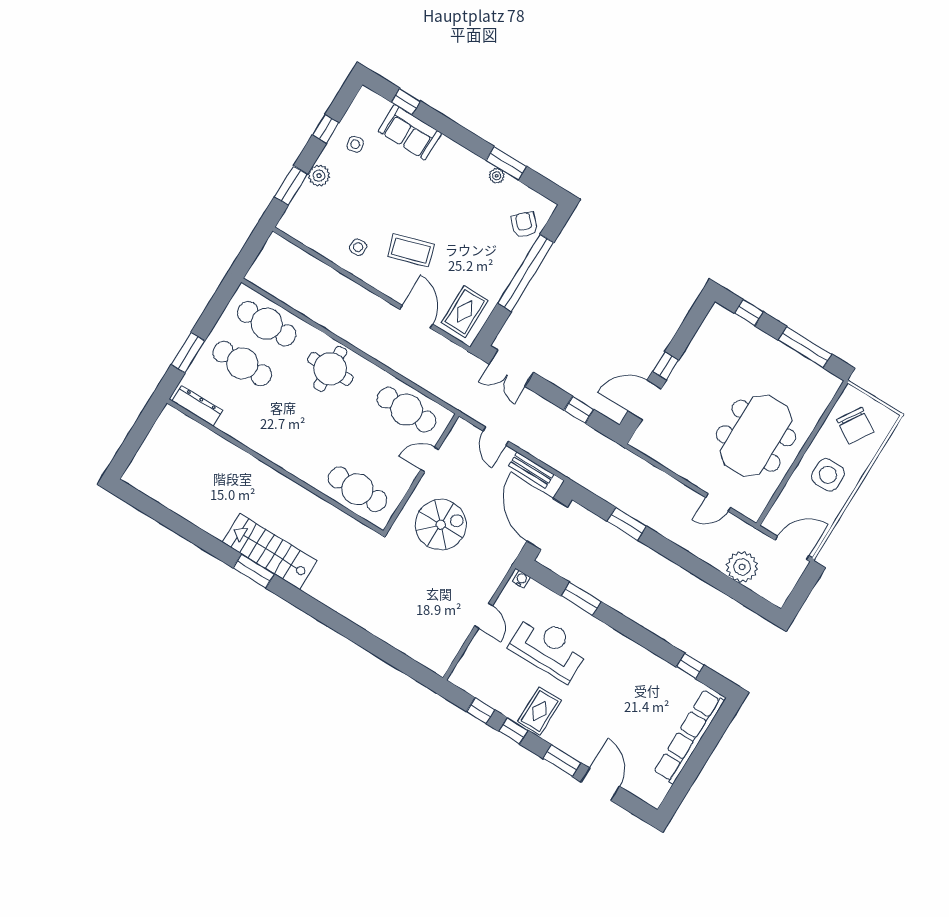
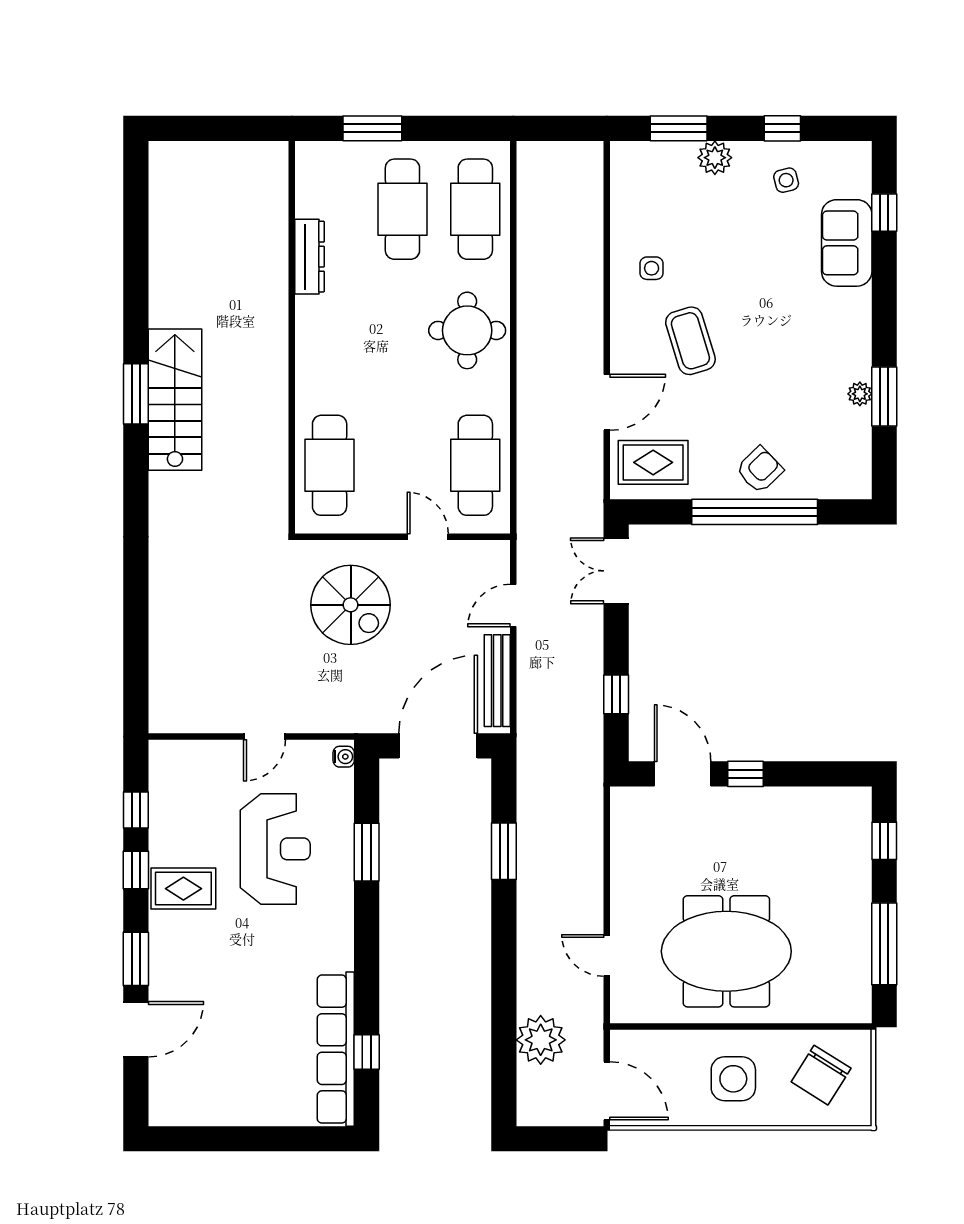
armchair: (524, 225) -> (760, 470), moved
dresser: (198, 406) -> (309, 257), moved
bench: (531, 470) -> (497, 681), width x1.36
row of seats: (689, 736) -> (336, 1049), moved, turned -90

